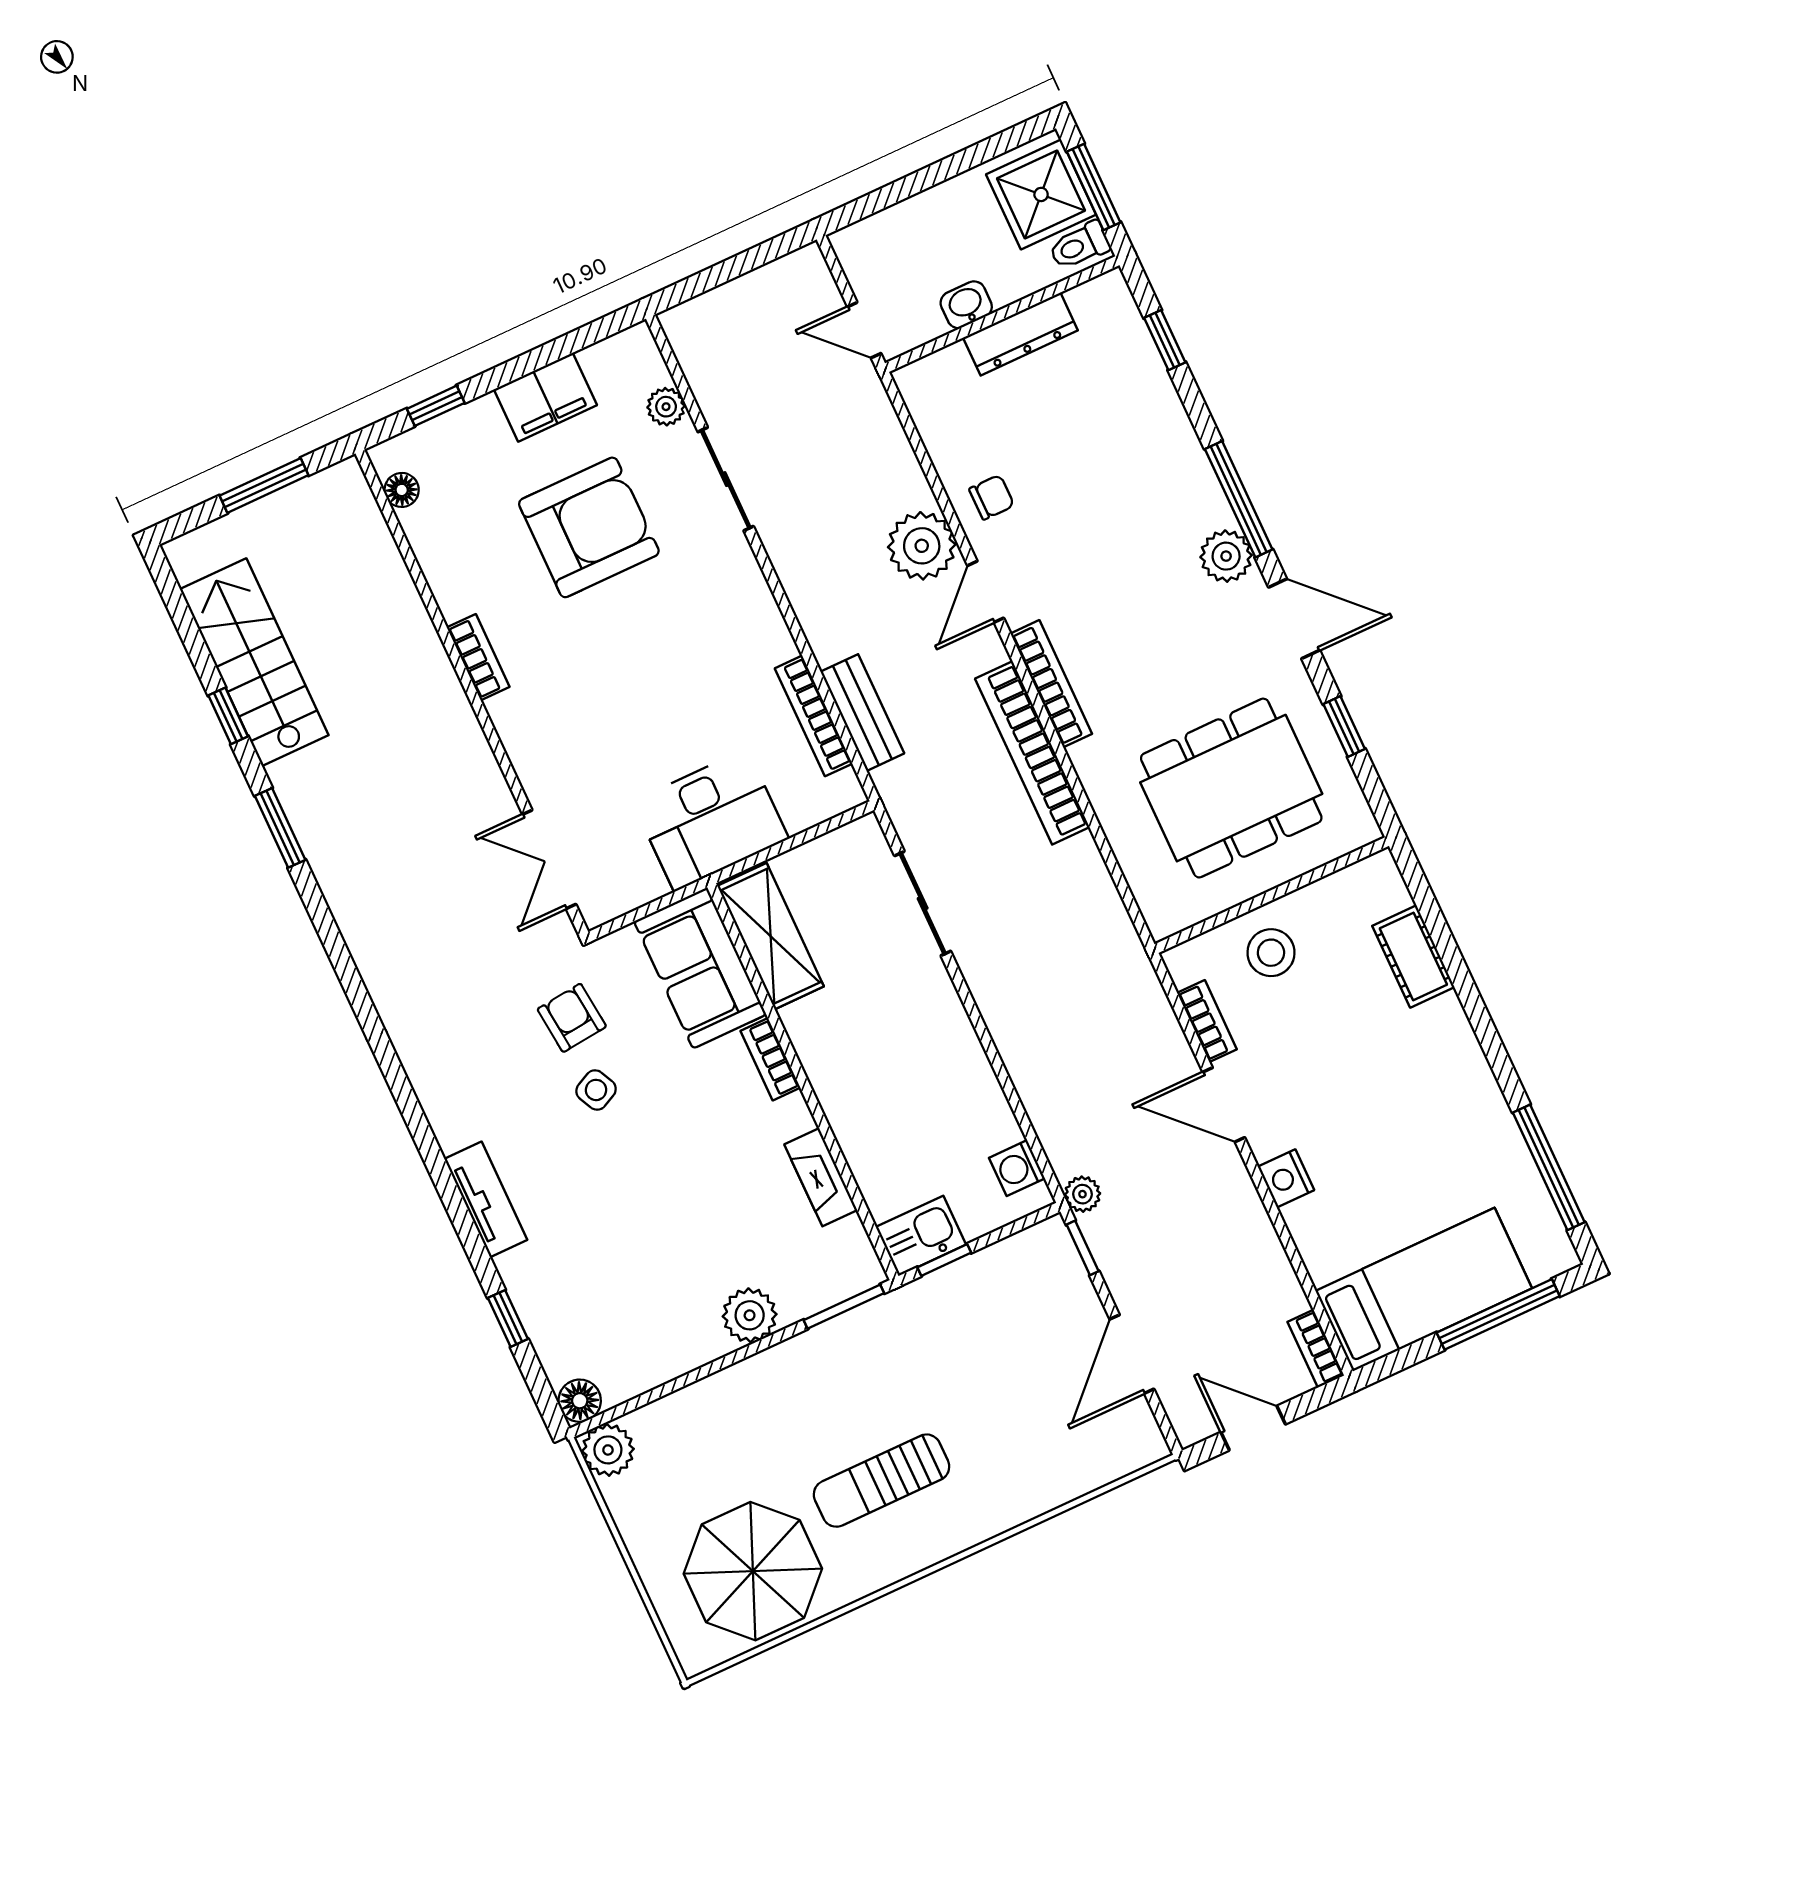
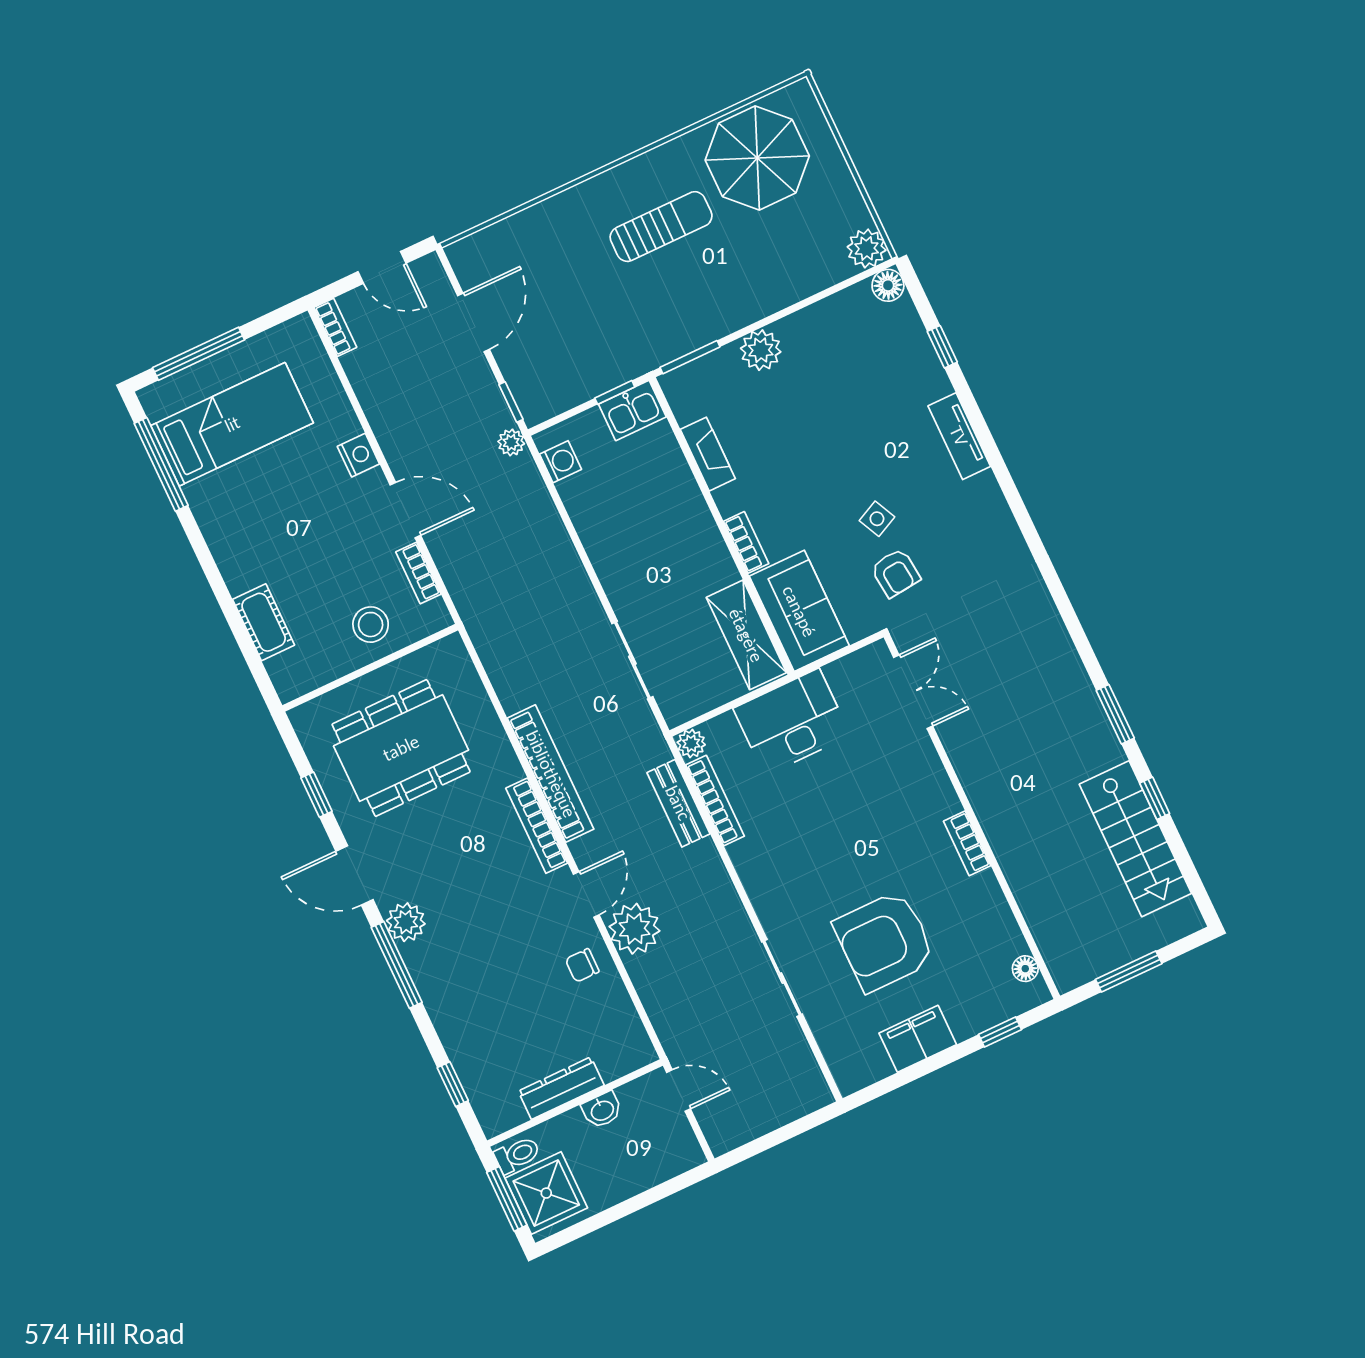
plant: (666, 407) -> (691, 743), moved
bed: (1424, 1290) -> (232, 424), moved, turned 180

